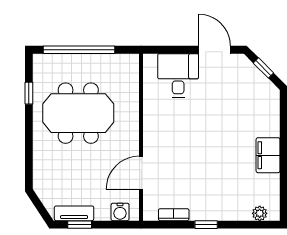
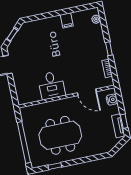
desk: (178, 75) -> (51, 85), moved, turned -90
meeting table: (78, 113) -> (60, 135), turned 90
filing cabinet: (268, 155) -> (67, 20), width x0.50

